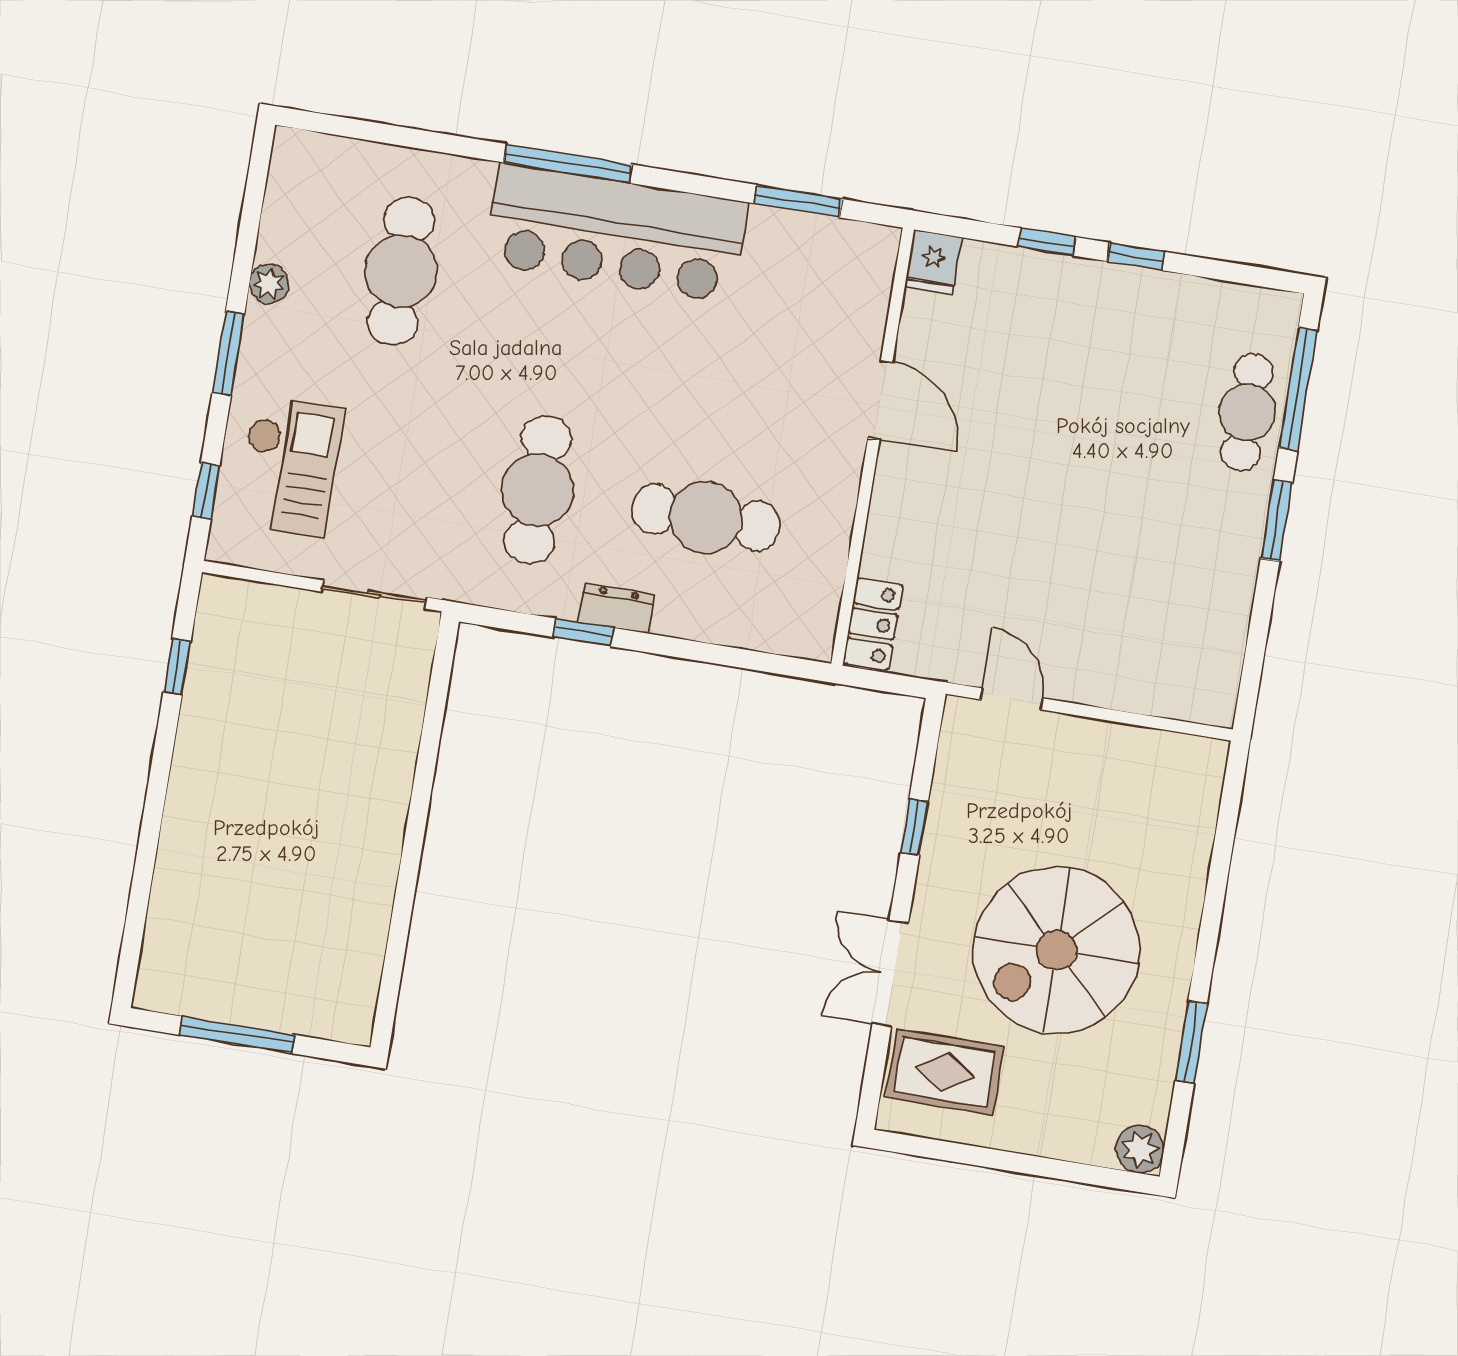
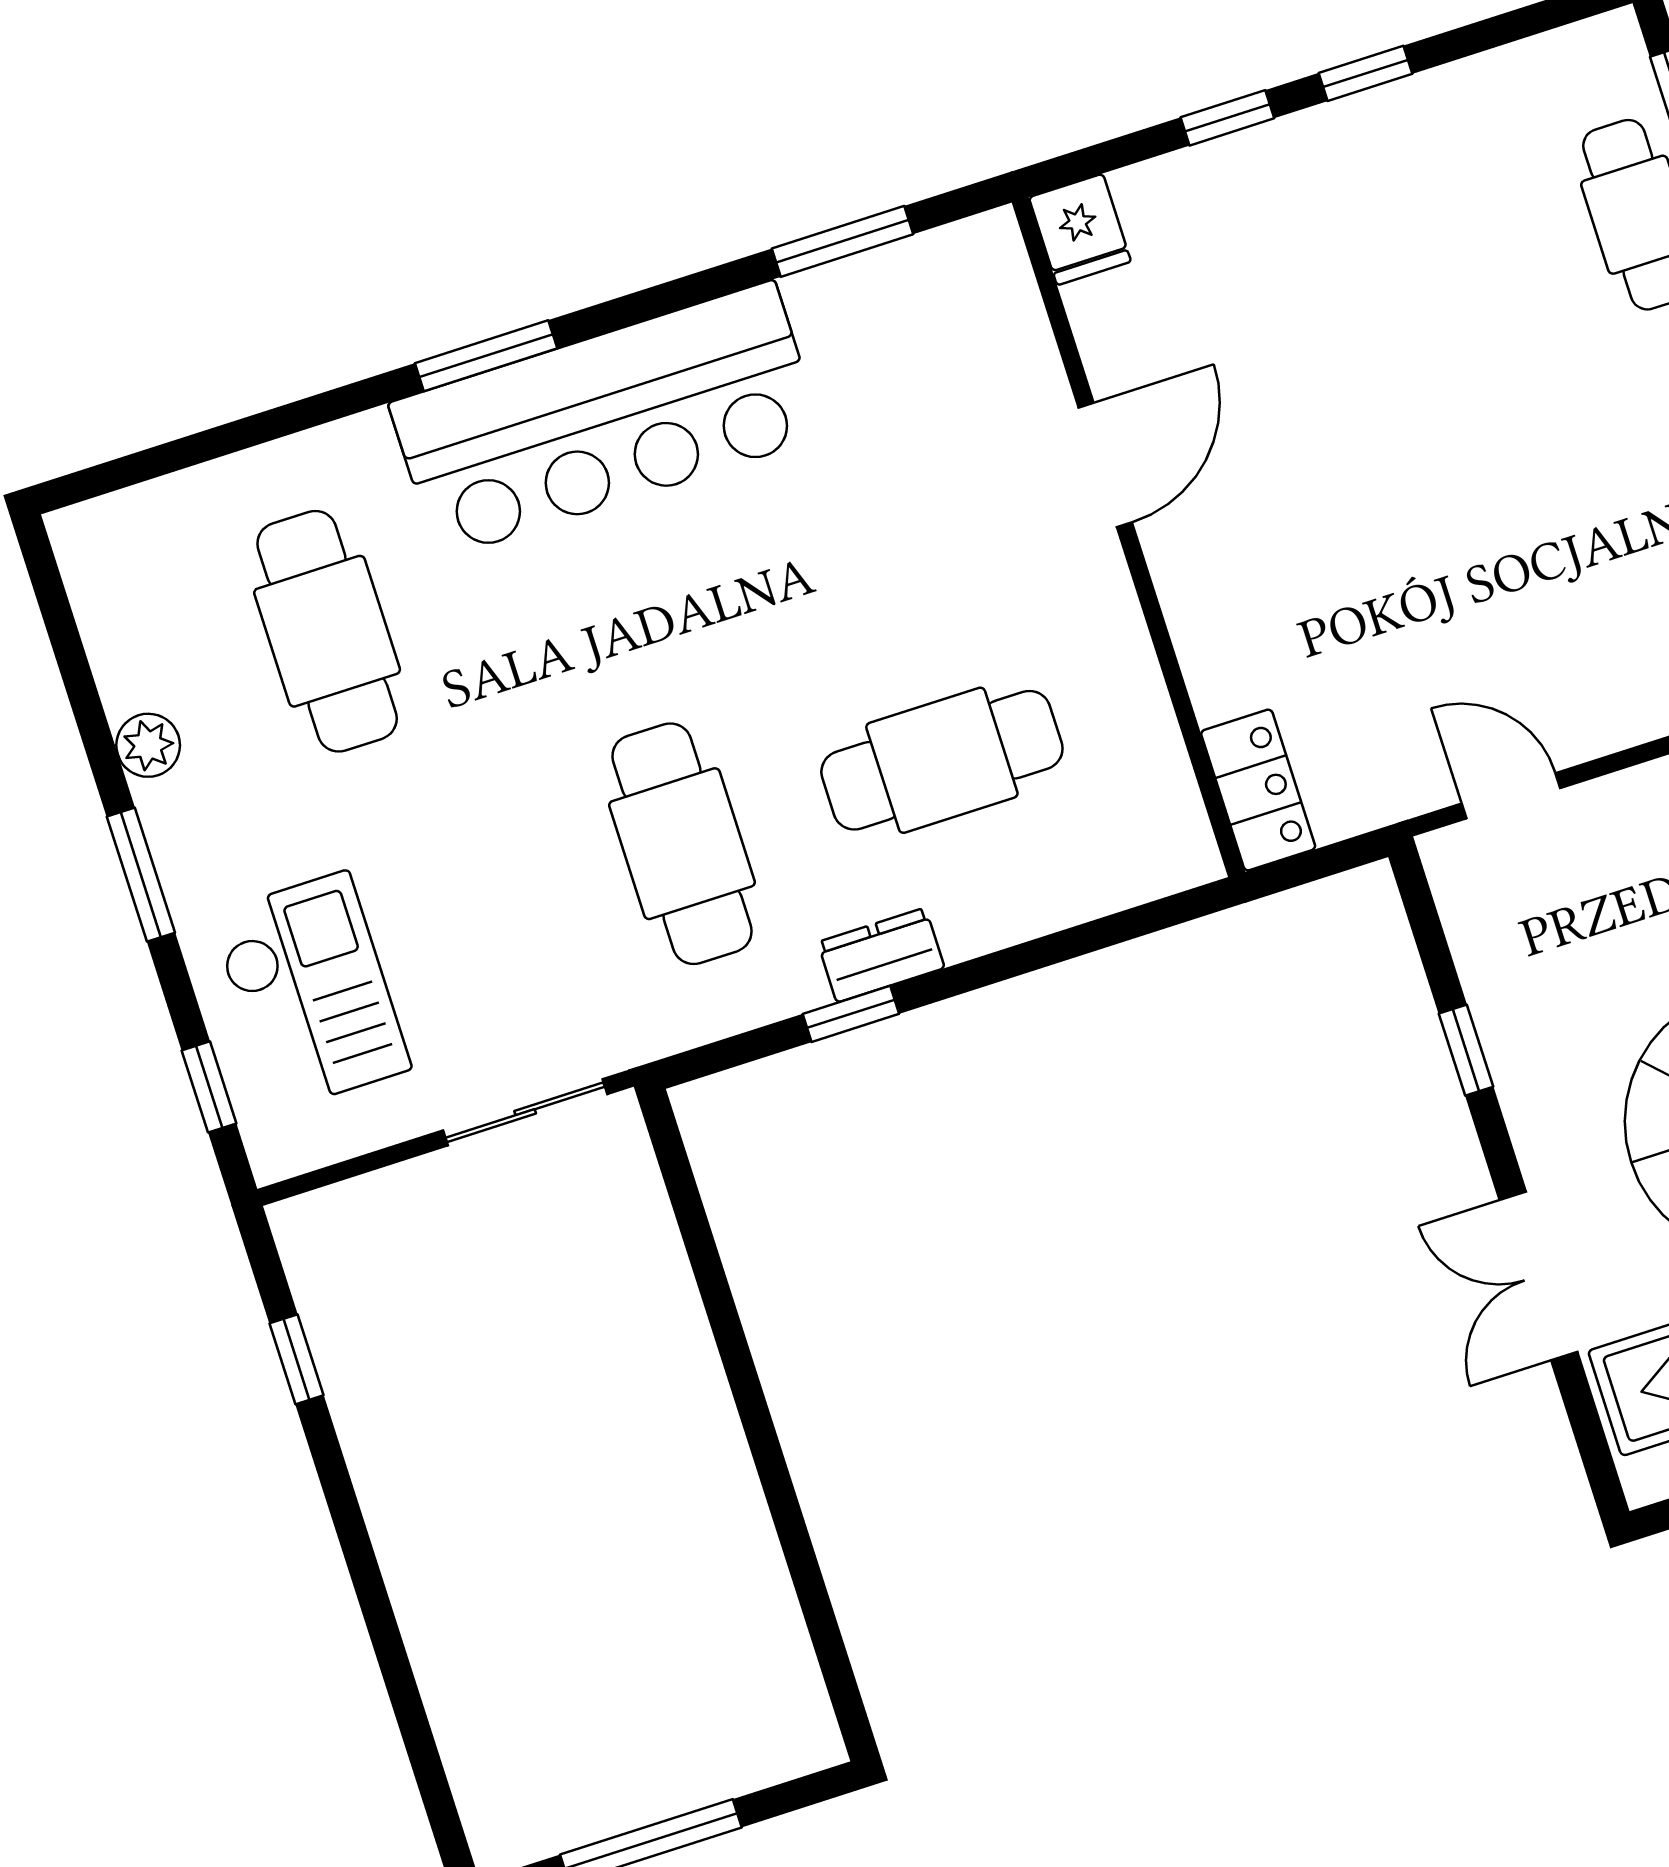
window: (567, 163) -> (486, 356), width x0.69
door: (880, 400) -> (1105, 465), hinge flipped

